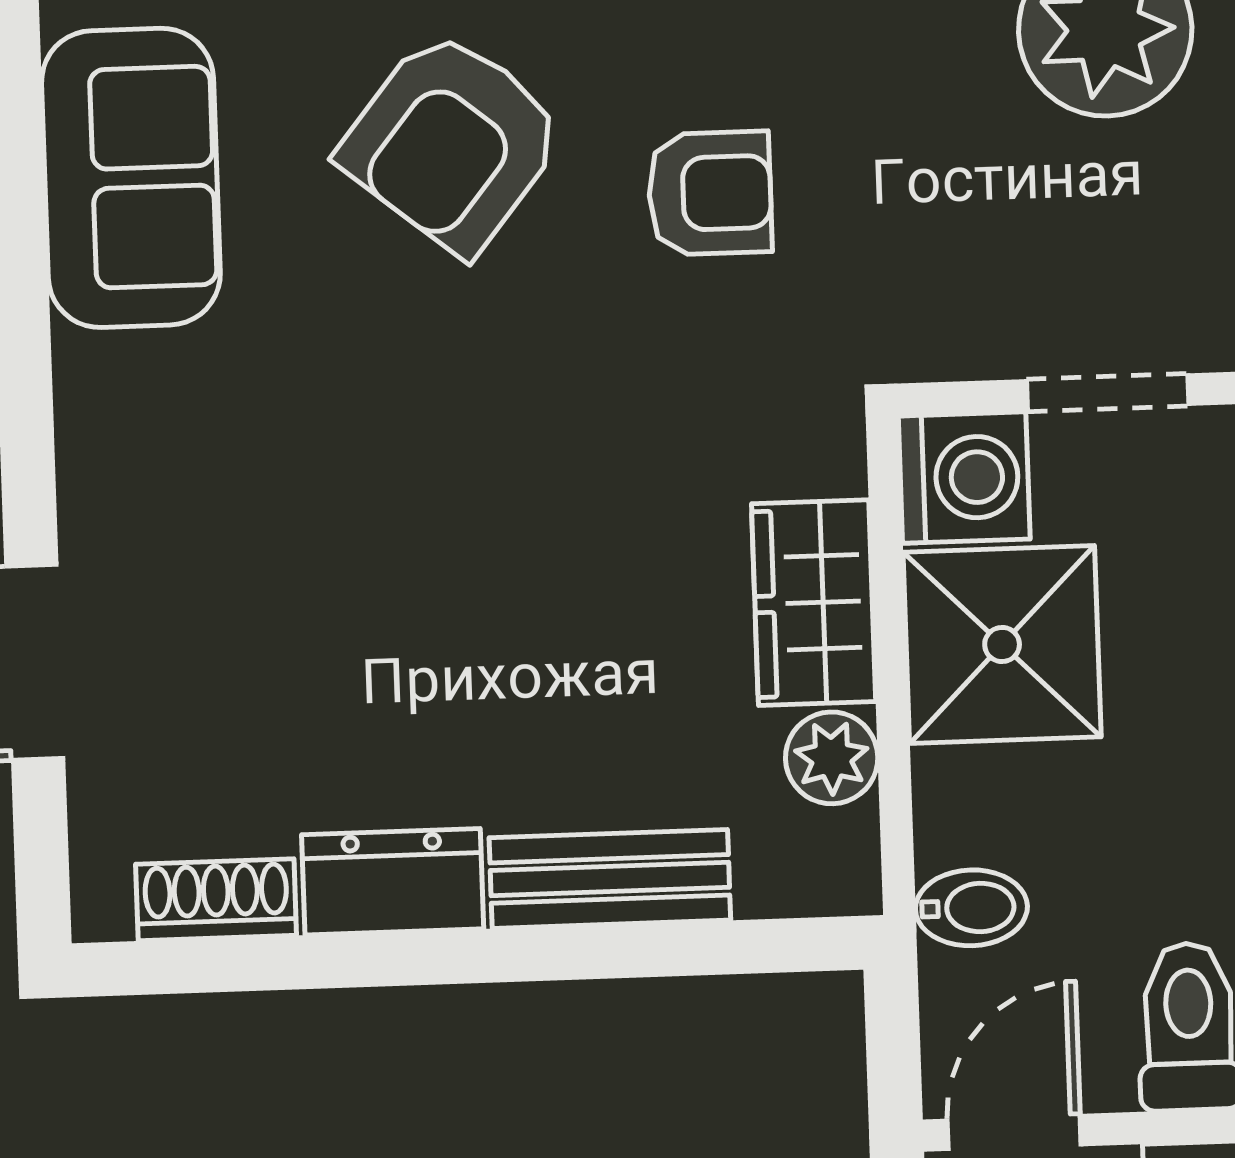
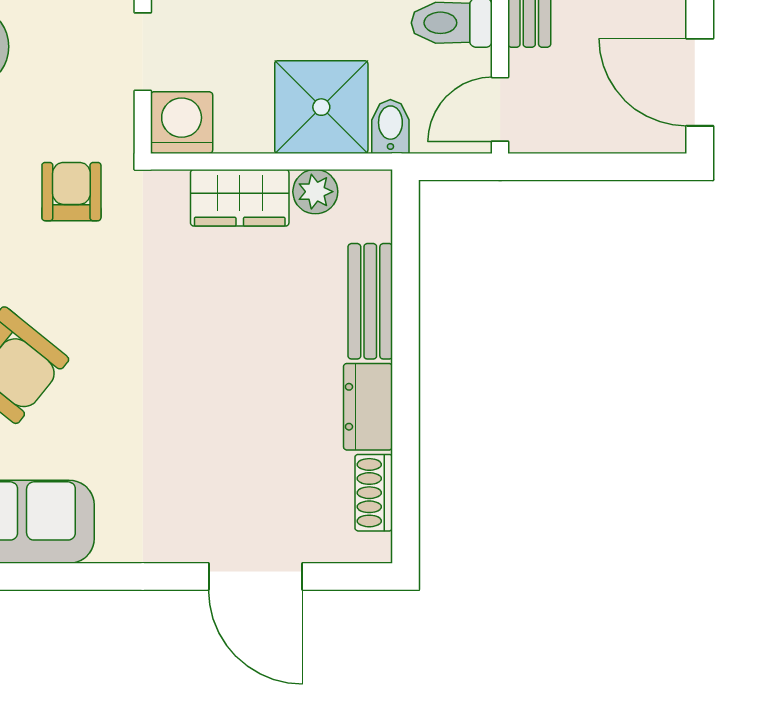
armchair: (710, 193) -> (71, 192), moved
shower: (1002, 644) -> (321, 107), moved
door: (1014, 1132) -> (500, 109), hinge flipped

